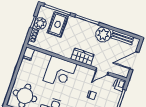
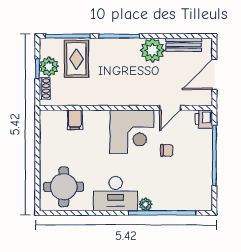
filing cabinet: (28, 54) -> (75, 120), moved
wardrobe: (82, 57) -> (132, 96), removed
corner desk: (60, 72) -> (132, 132), moved

